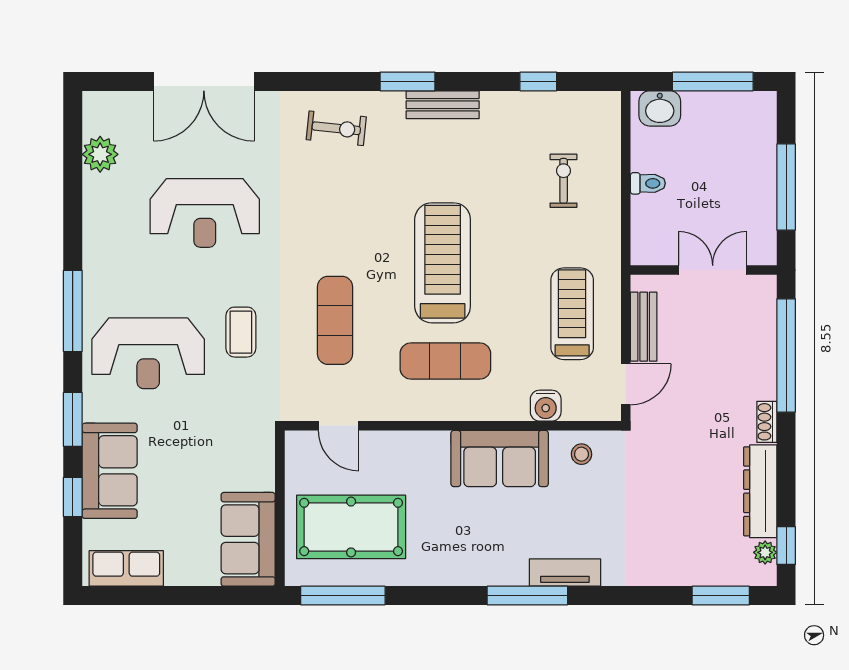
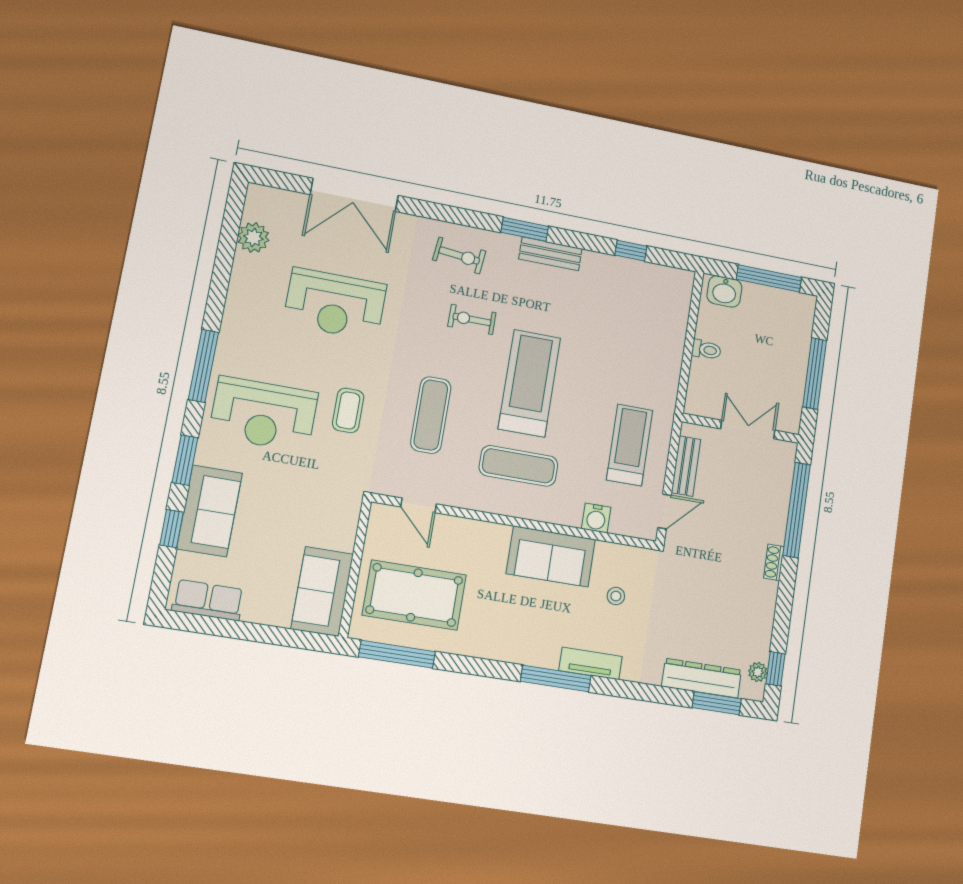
exercise bike: (564, 181) -> (472, 319), moved, turned -90
stool: (582, 454) -> (616, 596), moved
dresser: (760, 491) -> (702, 678), moved, turned 90

